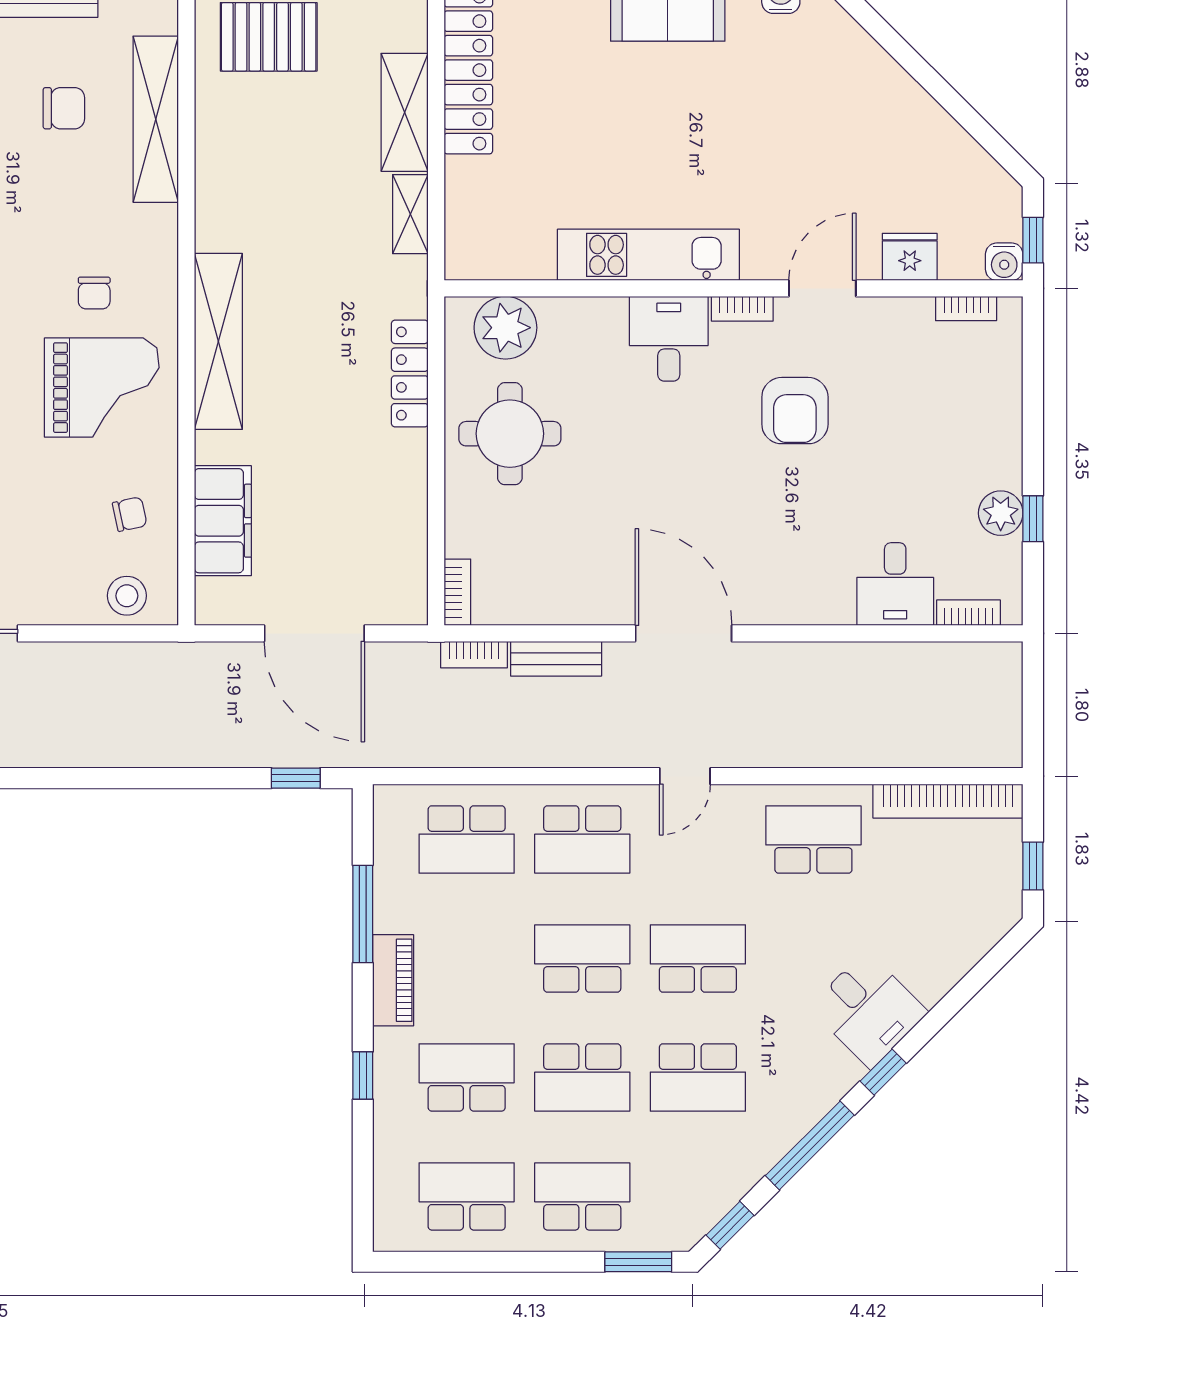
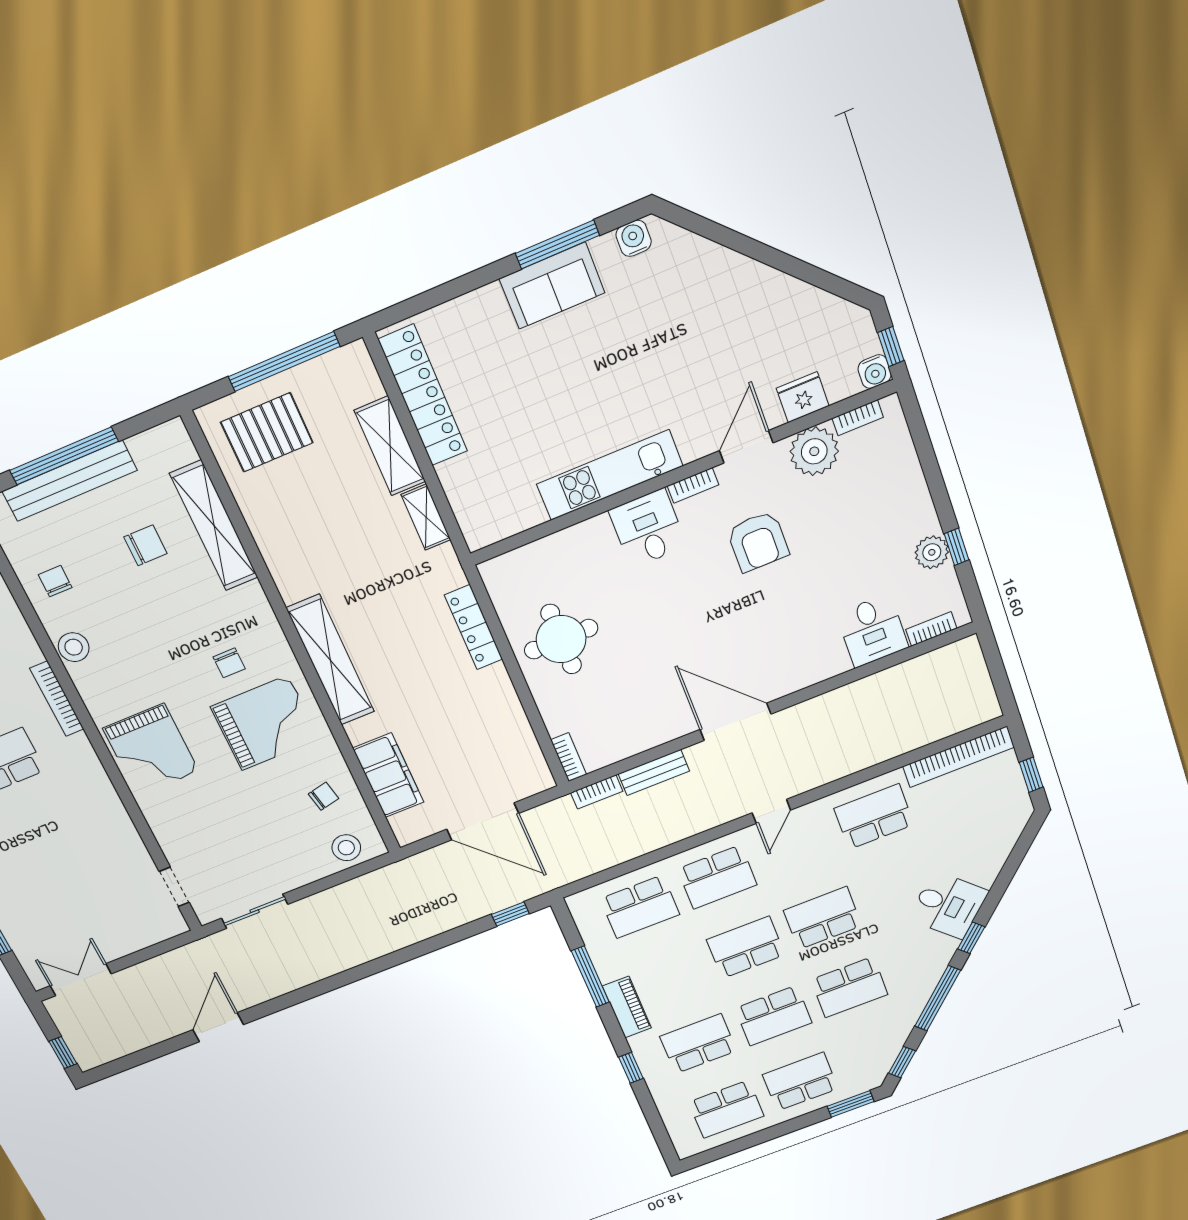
plant: (505, 328) -> (814, 451), moved
school desk: (467, 1196) -> (726, 1109), turned 180

